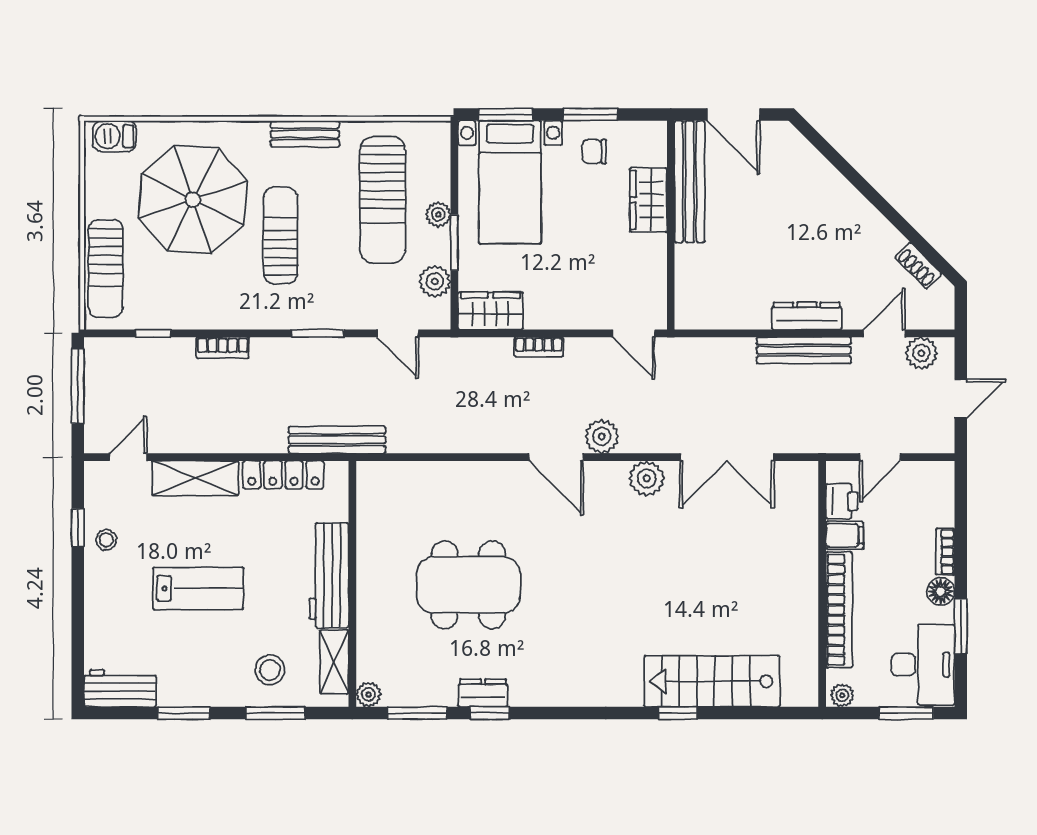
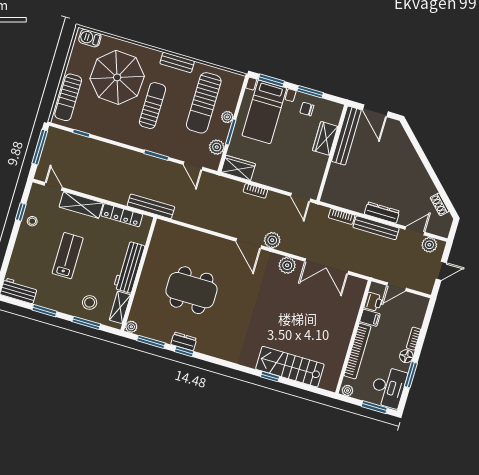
bookcase: (223, 348) -> (342, 216), moved
door: (128, 457) -> (53, 186), hinge flipped
lab bench: (198, 588) -> (68, 256), turned -90

